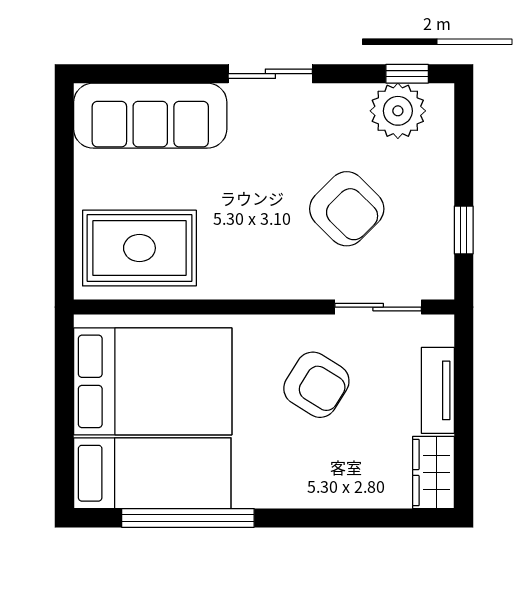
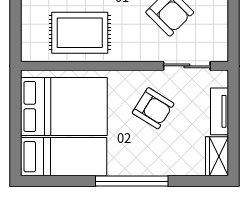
window: (464, 230) -> (234, 24), removed
rug: (139, 248) -> (80, 33), moved
window: (188, 518) -> (132, 181), moved

